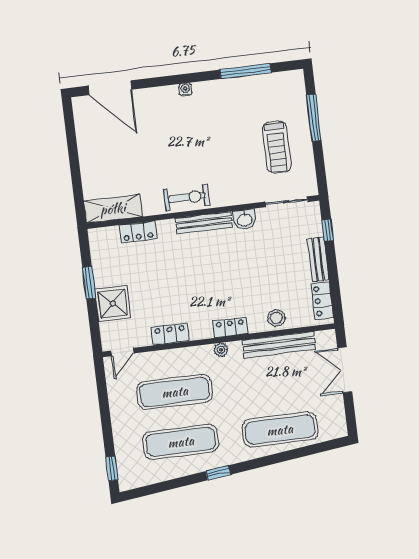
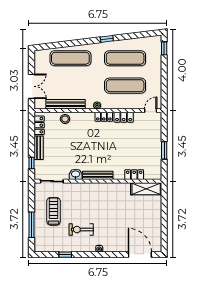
window: (246, 71) -> (65, 255), width x0.46
exercise bike: (187, 198) -> (81, 229), moved
shower: (113, 304) -> (153, 138), removed
locker: (230, 327) -> (104, 117), moved

